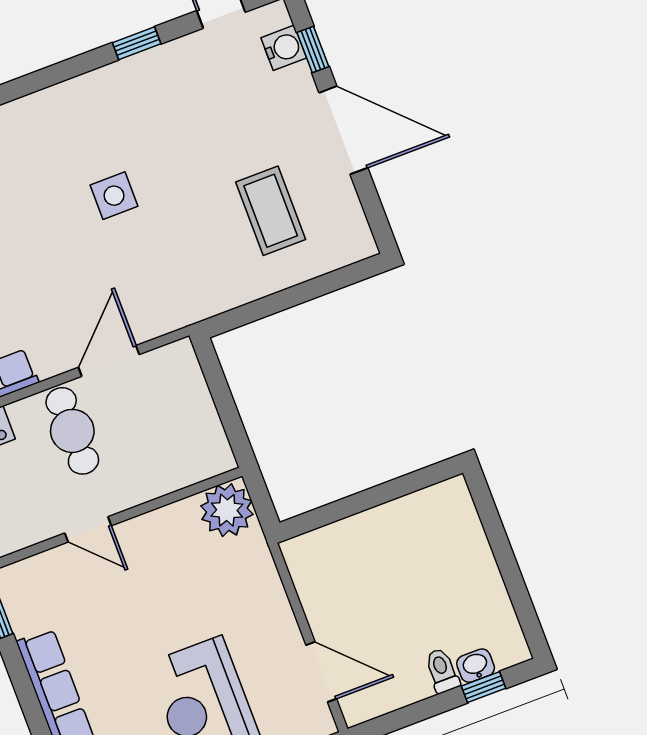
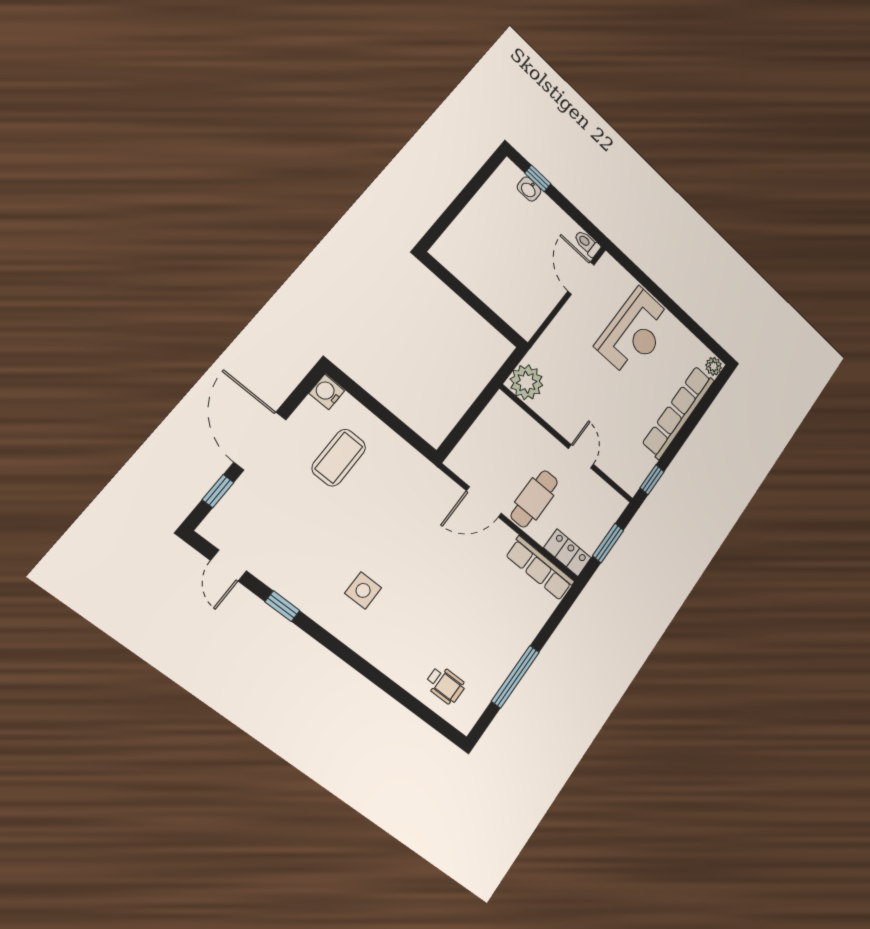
water cooler: (284, 48) -> (327, 392), moved
side table: (114, 196) -> (363, 590), moved
toilet: (442, 671) -> (587, 243), moved, turned 90

